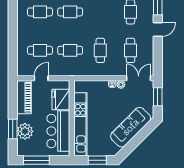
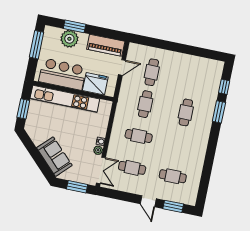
cafe table: (40, 12) -> (192, 81), removed
door: (41, 78) -> (122, 67), hinge flipped
sofa: (131, 127) -> (54, 157), width x0.73

